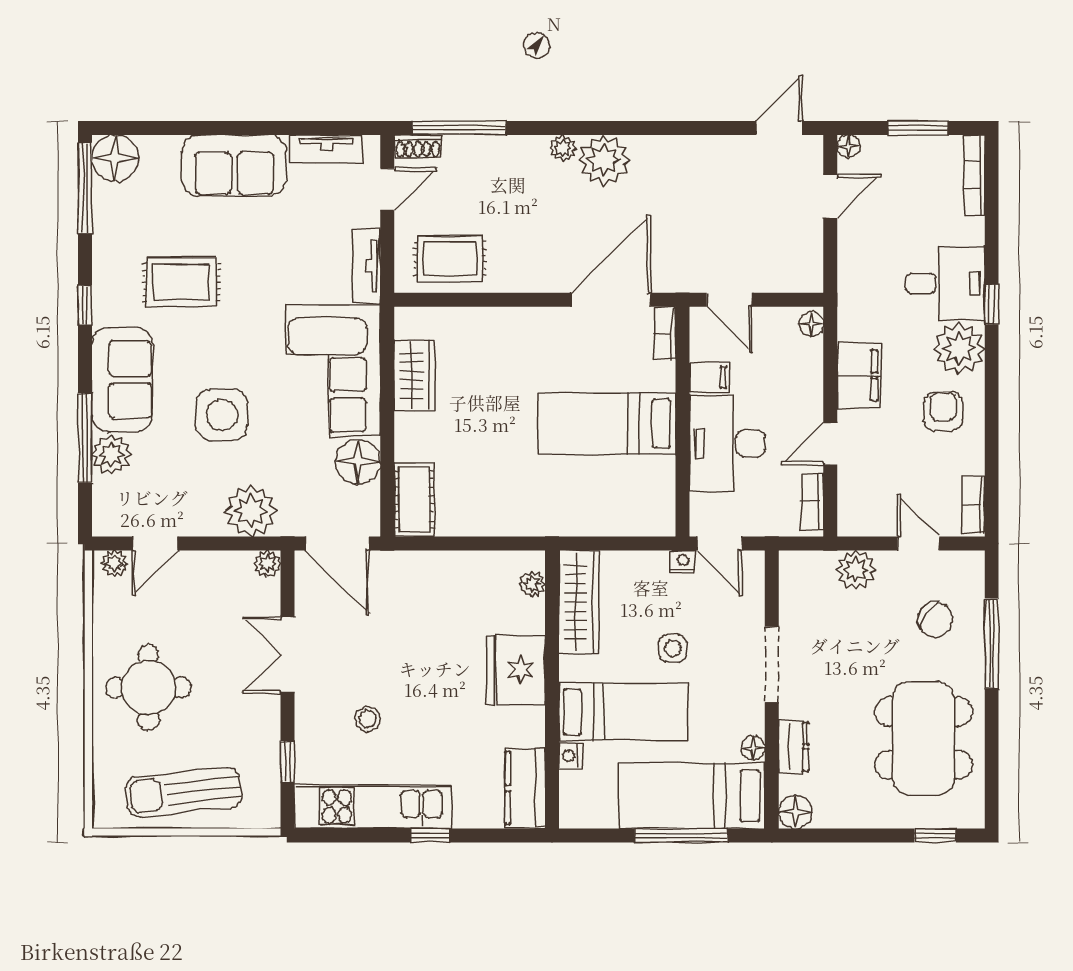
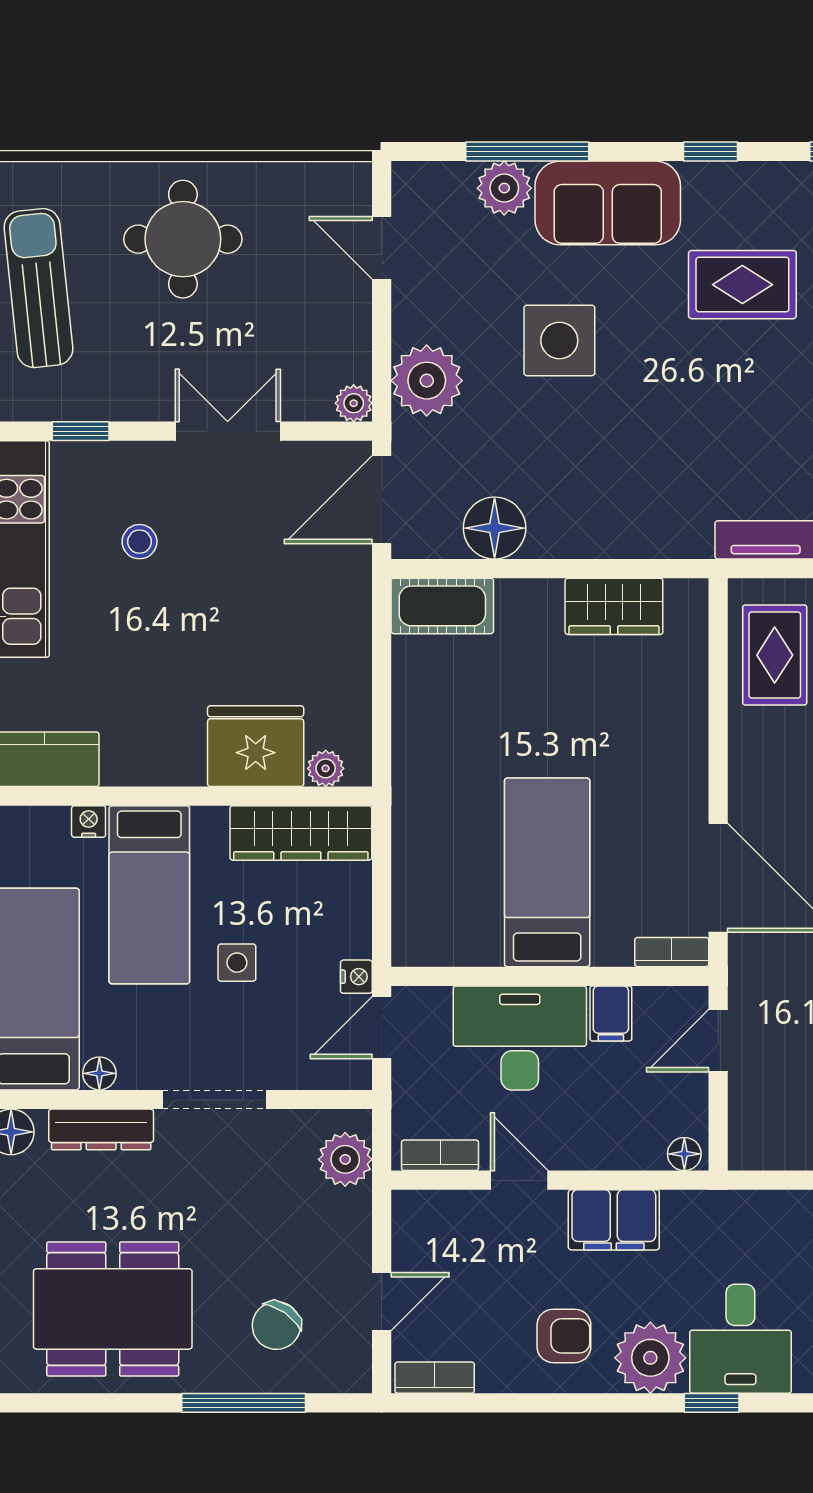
rug: (181, 282) -> (742, 285), turned 90
corner sofa: (333, 370) -> (620, 494), removed
plant: (114, 563) -> (354, 192), removed
plant: (856, 570) -> (345, 1159), moved
fridge: (516, 670) -> (256, 746), moved
dresser: (794, 747) -> (101, 1129), width x1.44

